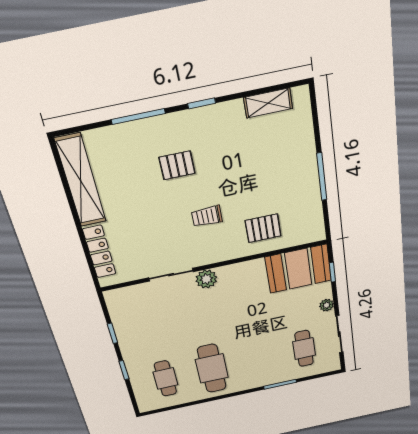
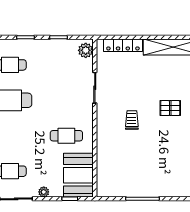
pallet: (177, 165) -> (170, 108), turned 90
pallet: (263, 228) -> (115, 155), removed
plant: (206, 279) -> (86, 50), moved
cafe table: (246, 295) -> (66, 136), added

